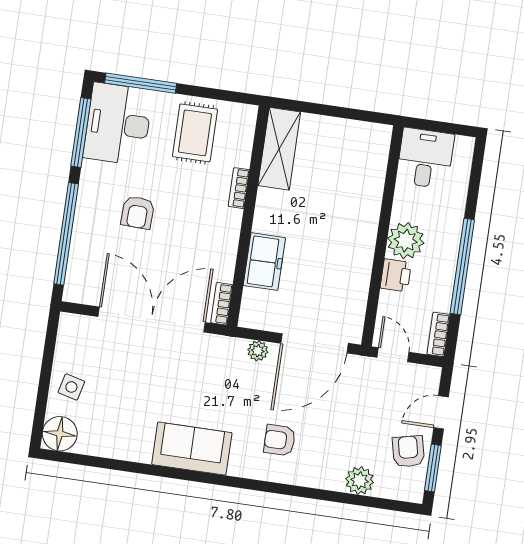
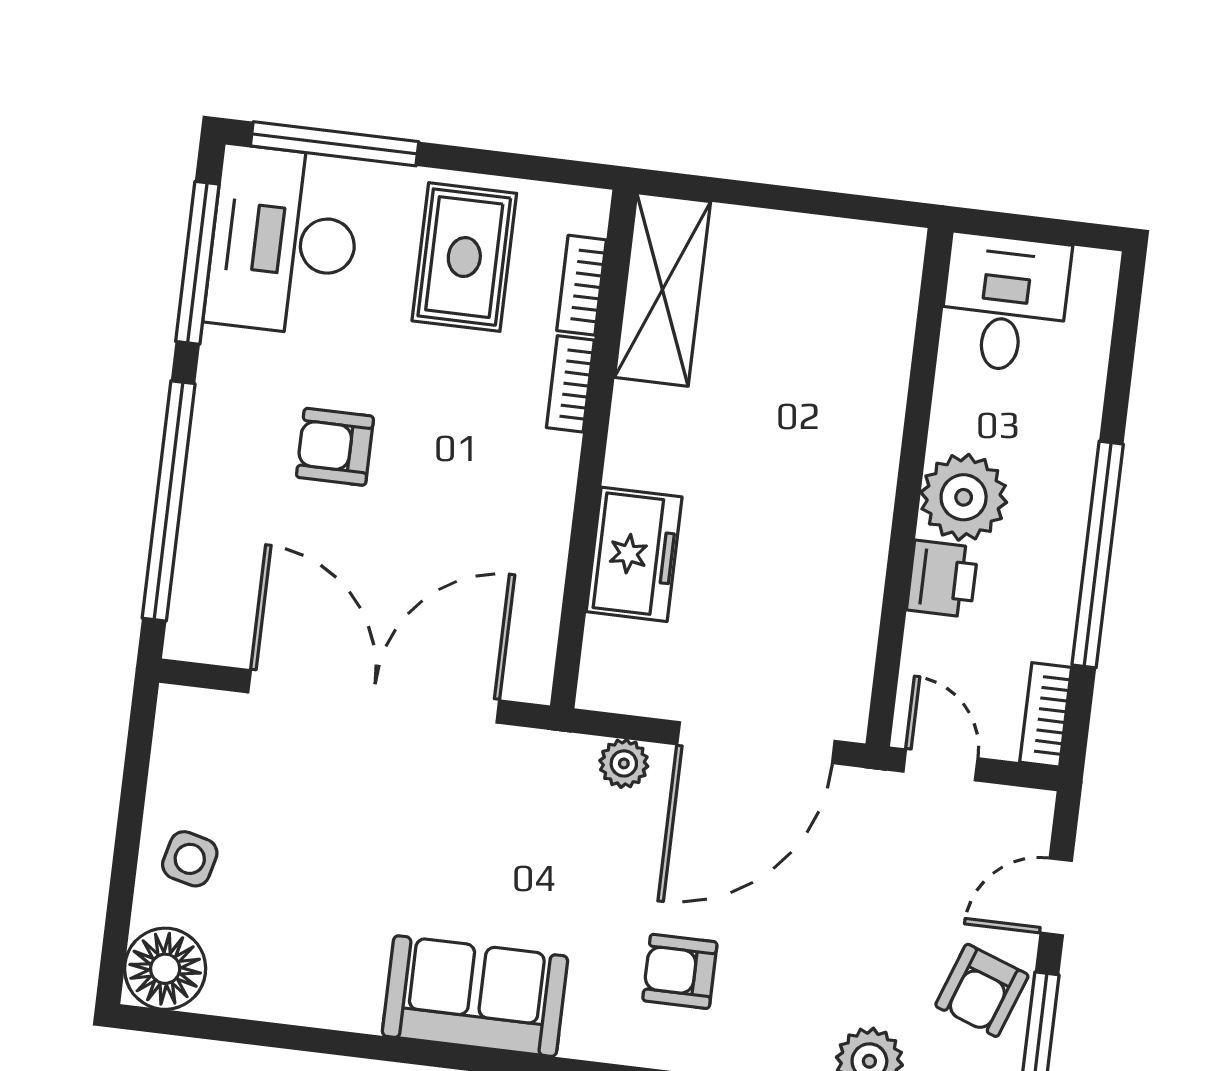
armchair: (138, 213) -> (335, 447), turned 88
bookcase: (222, 304) -> (582, 285), moved
armchair: (408, 451) -> (982, 990), turned -147

